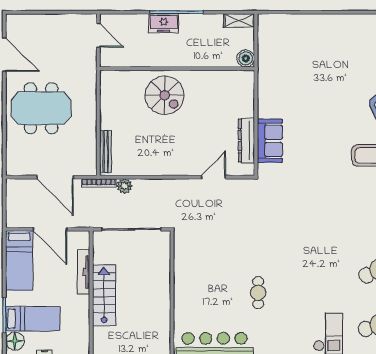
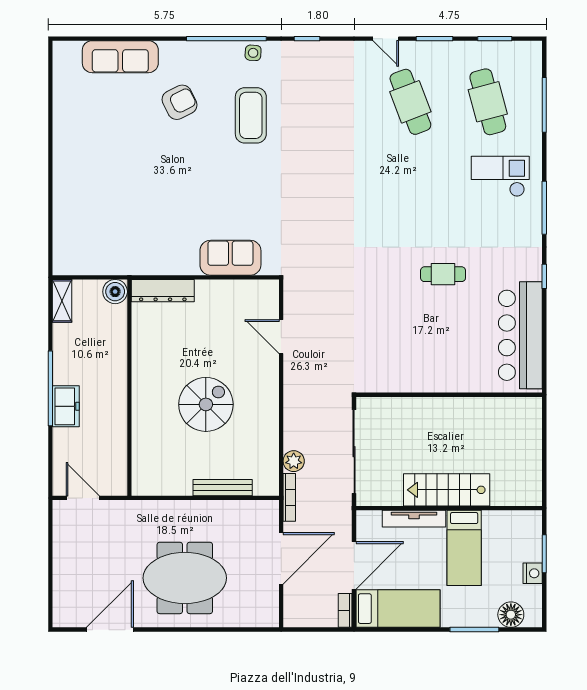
door: (98, 35) -> (83, 498), hinge flipped
spiral stairs: (165, 95) -> (206, 404), moved
meeting table: (41, 108) -> (185, 578), turned 90
dresser: (246, 141) -> (163, 291), moved
bench: (106, 152) -> (223, 488), moved
bookcase: (18, 223) -> (345, 610), added
bed: (33, 319) -> (464, 548), moved, turned 180

